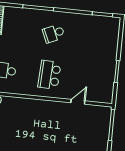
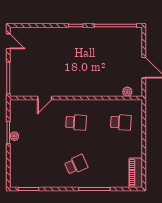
plant: (111, 67) -> (14, 136), added
school desk: (49, 75) -> (76, 122), width x0.54

